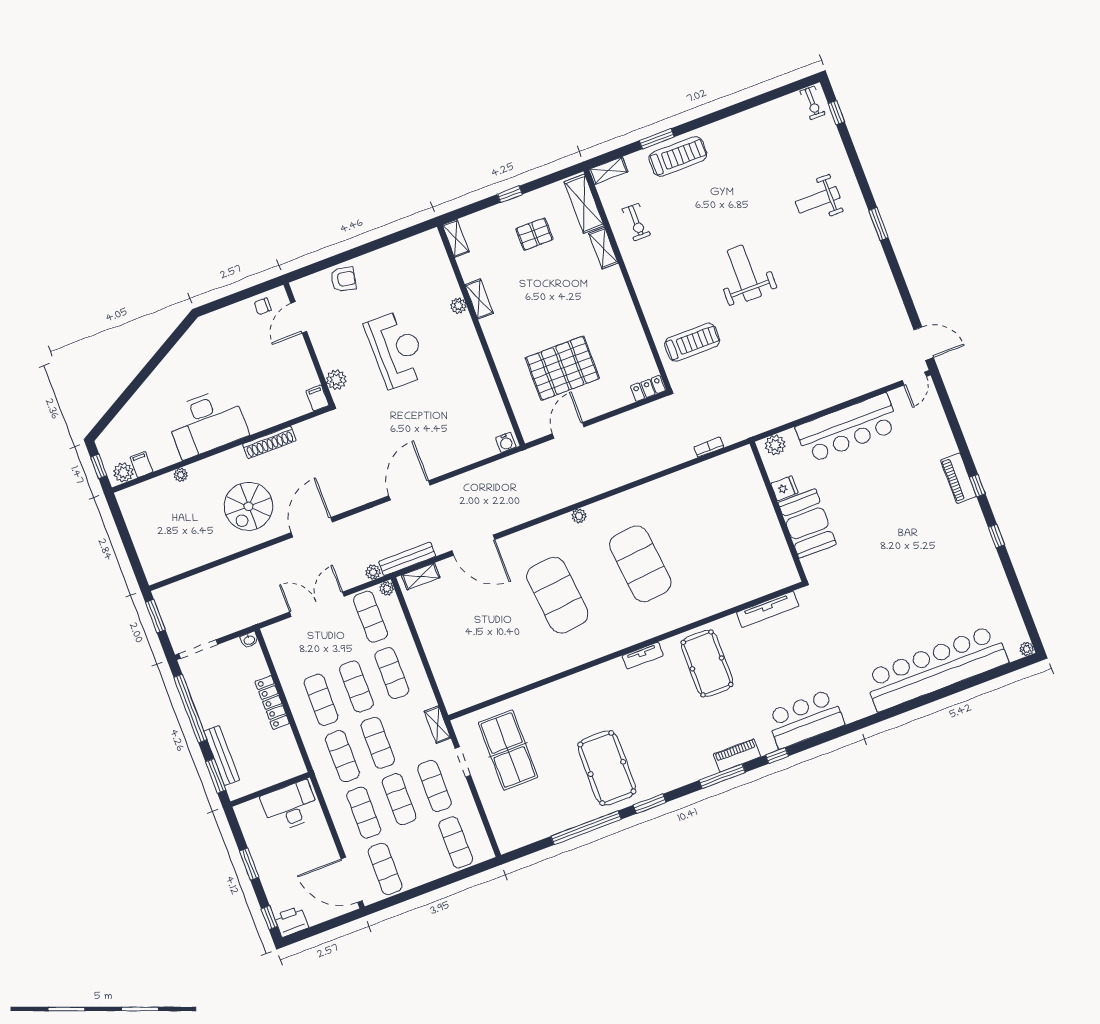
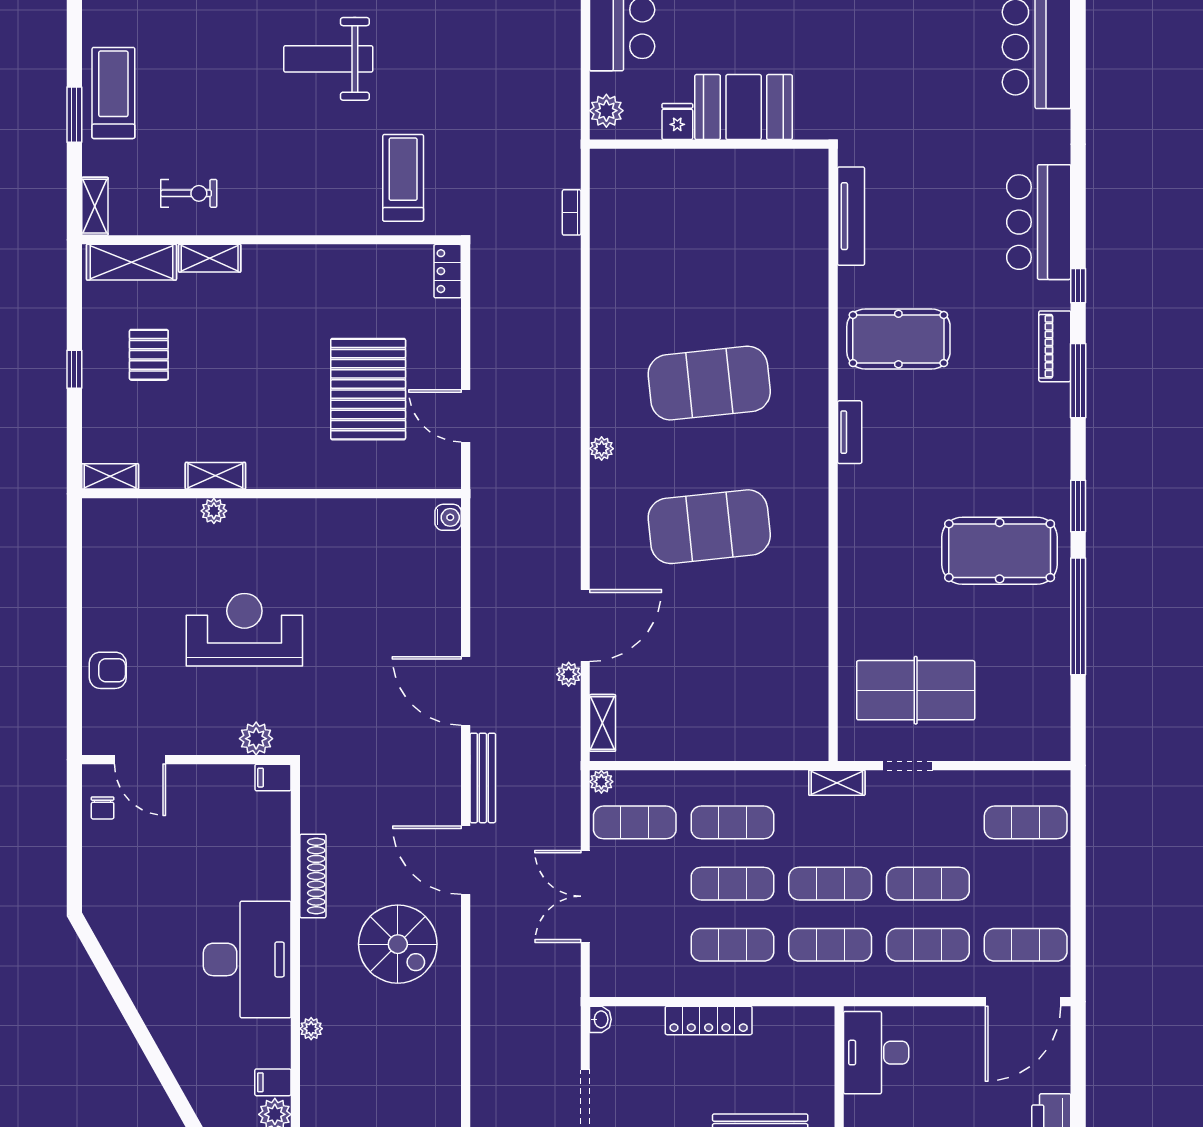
armchair: (343, 279) -> (108, 670), turned 78
bench: (407, 559) -> (483, 778), moved
plant: (373, 572) -> (569, 674), moved
exercise mat: (434, 786) -> (928, 822), removed

